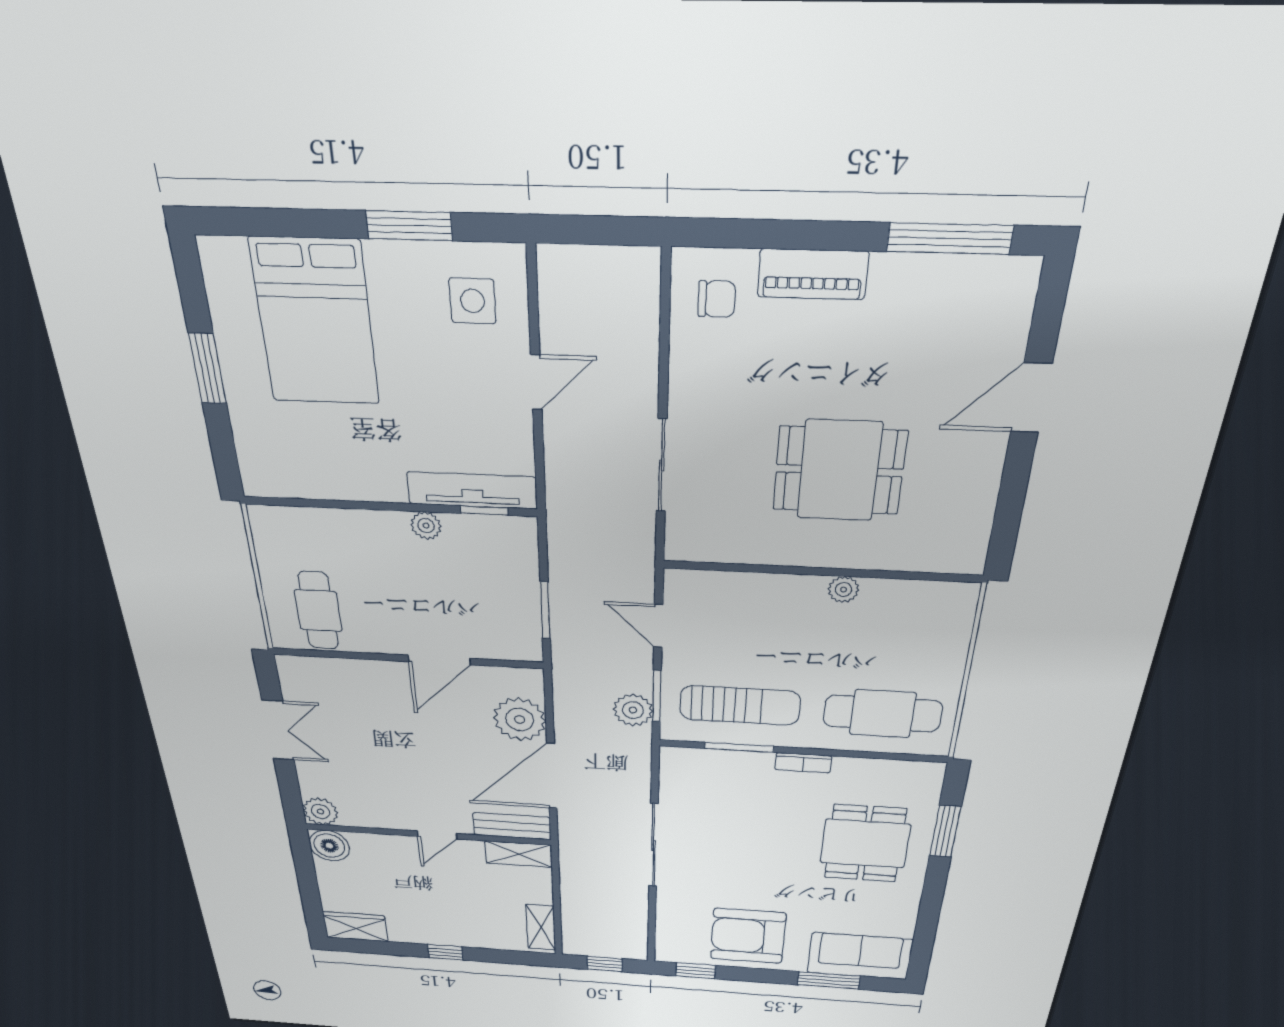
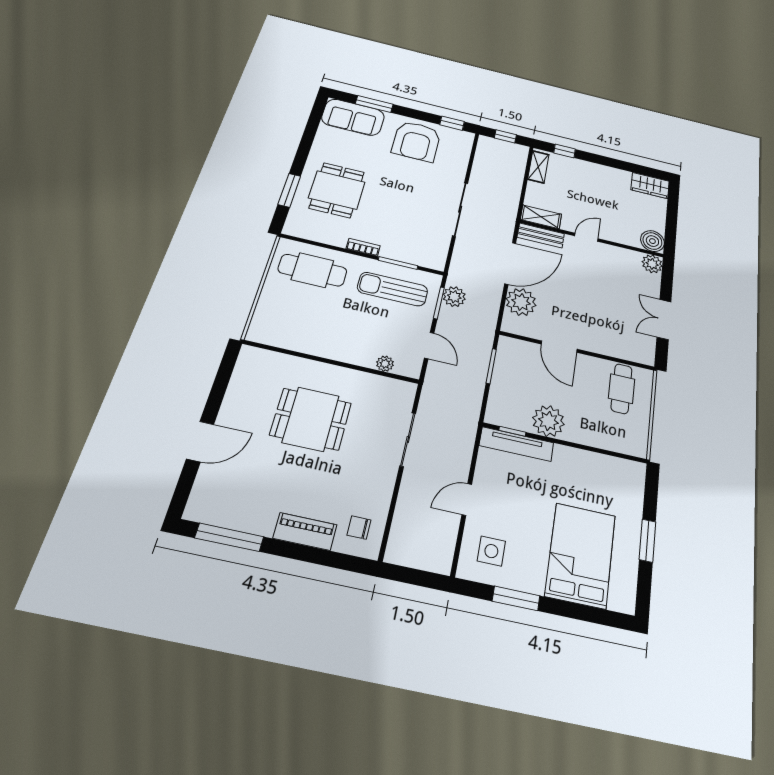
plant: (426, 526) -> (548, 421), width x1.88, depth x1.88
plant: (844, 590) -> (385, 364), moved
door: (439, 660) -> (559, 347), swing flipped
armchair: (748, 936) -> (416, 141), turned 90
window: (445, 952) -> (565, 151), moved

